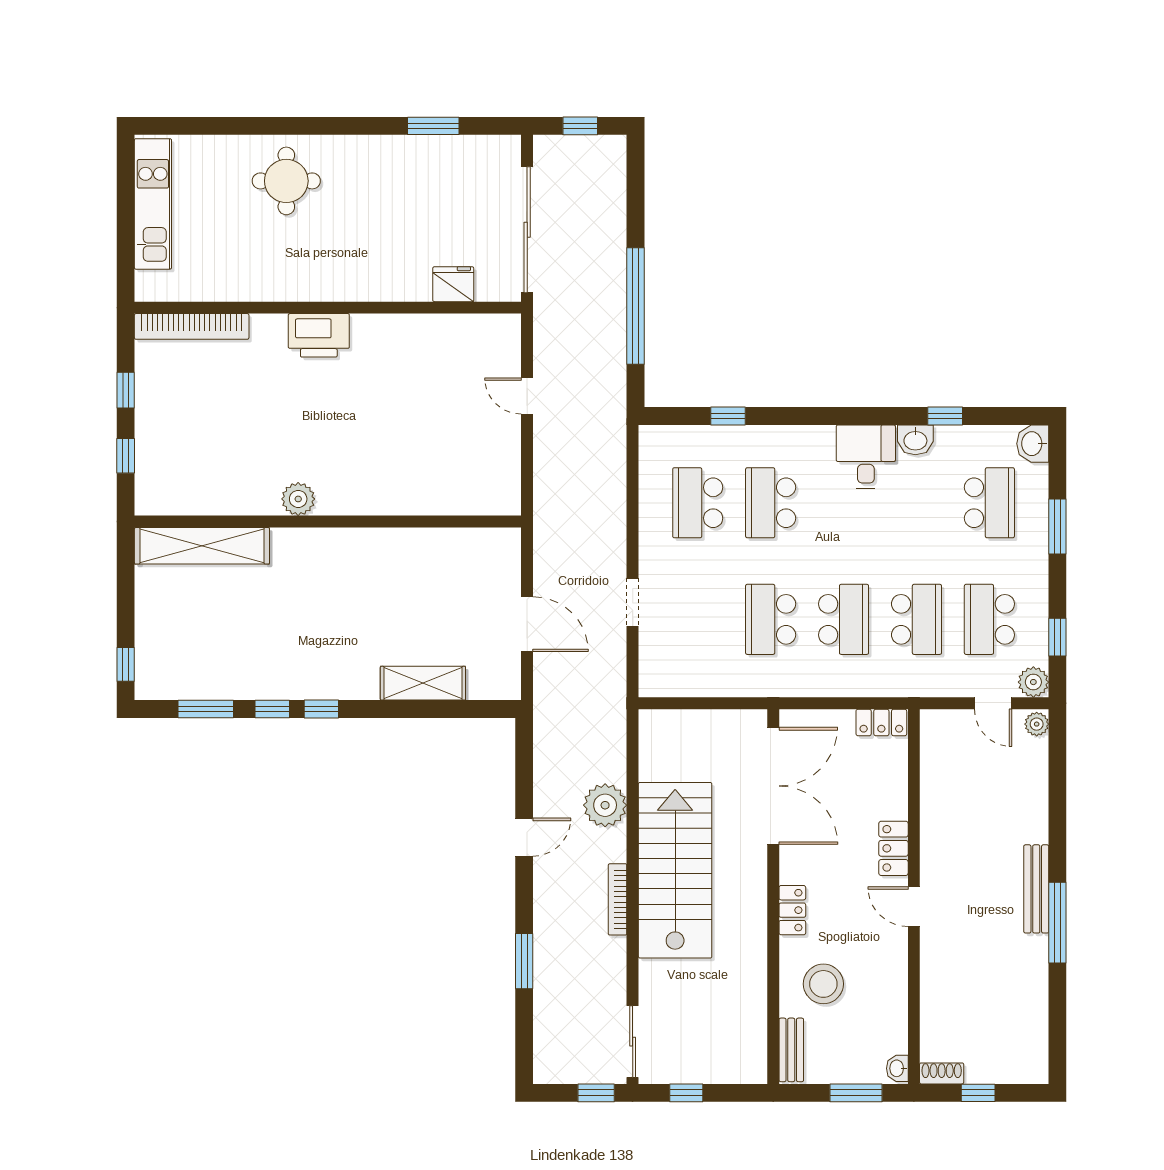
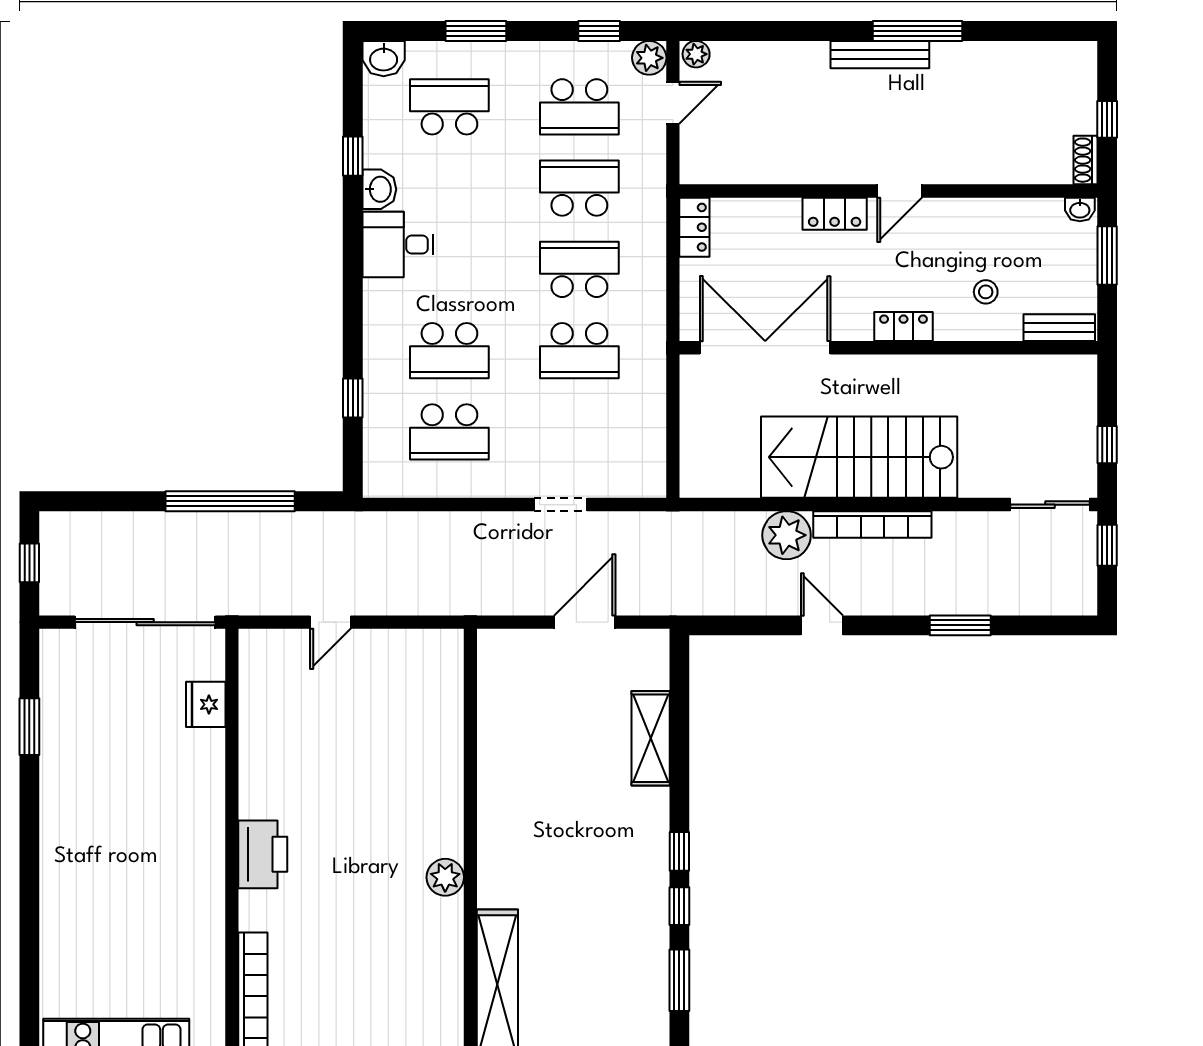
round table: (286, 181) -> (91, 891), removed
bookcase: (618, 899) -> (872, 524), width x1.48, depth x1.31
stool: (823, 984) -> (986, 292), width x0.53, depth x0.53

